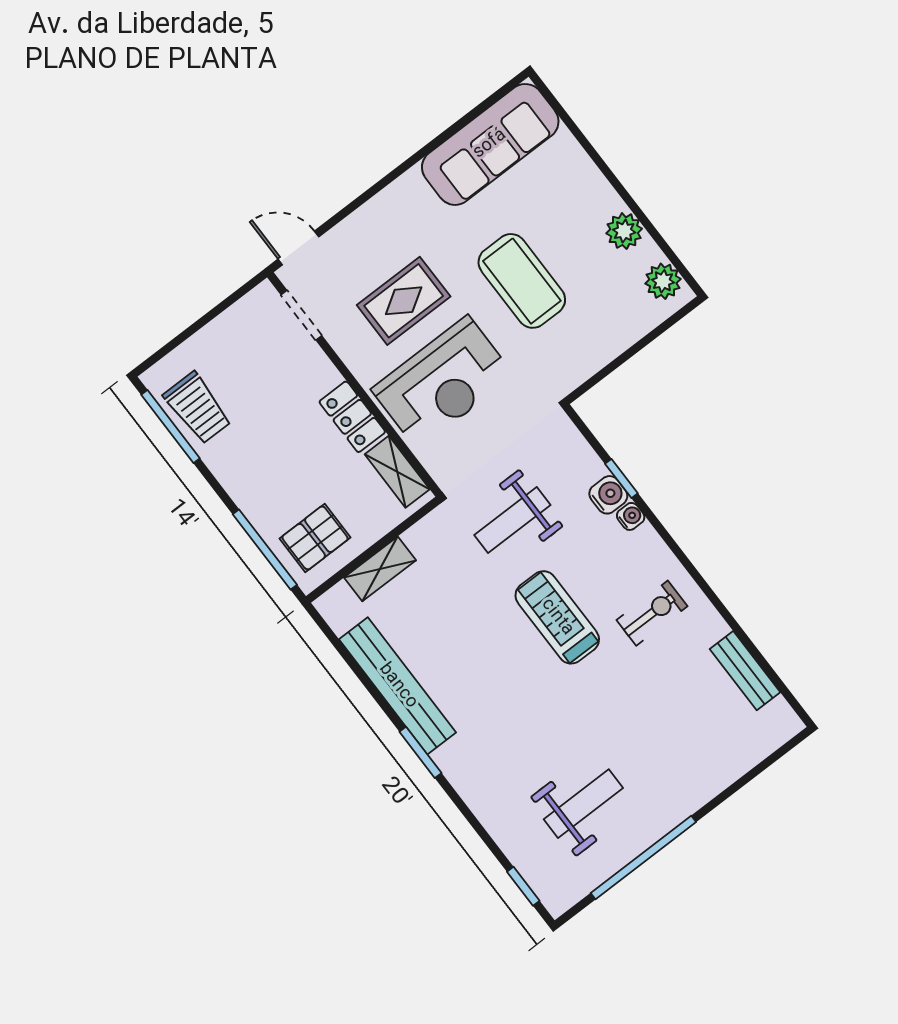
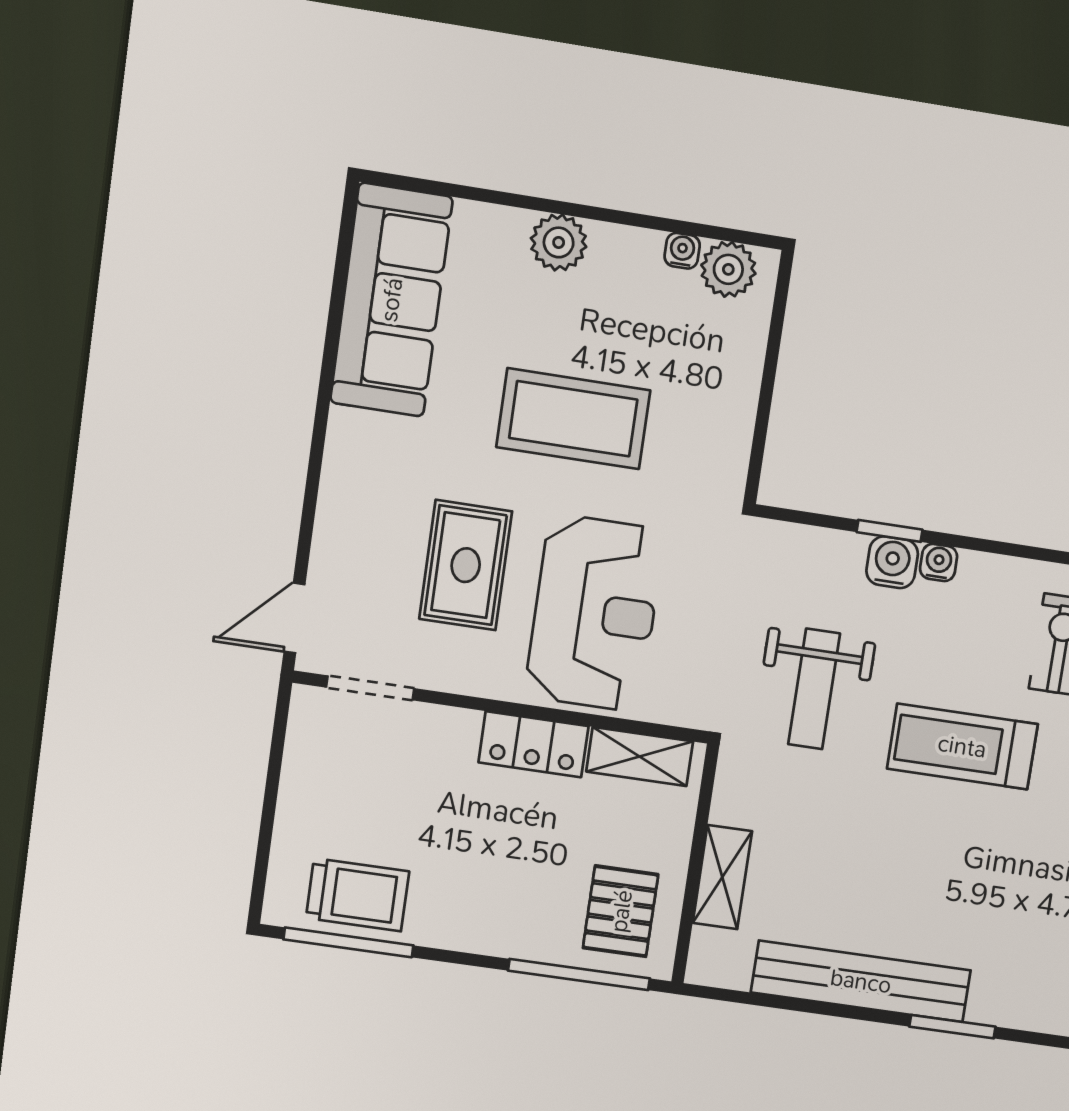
plant: (624, 231) -> (559, 242), moved
water cooler: (649, 252) -> (682, 251), added

